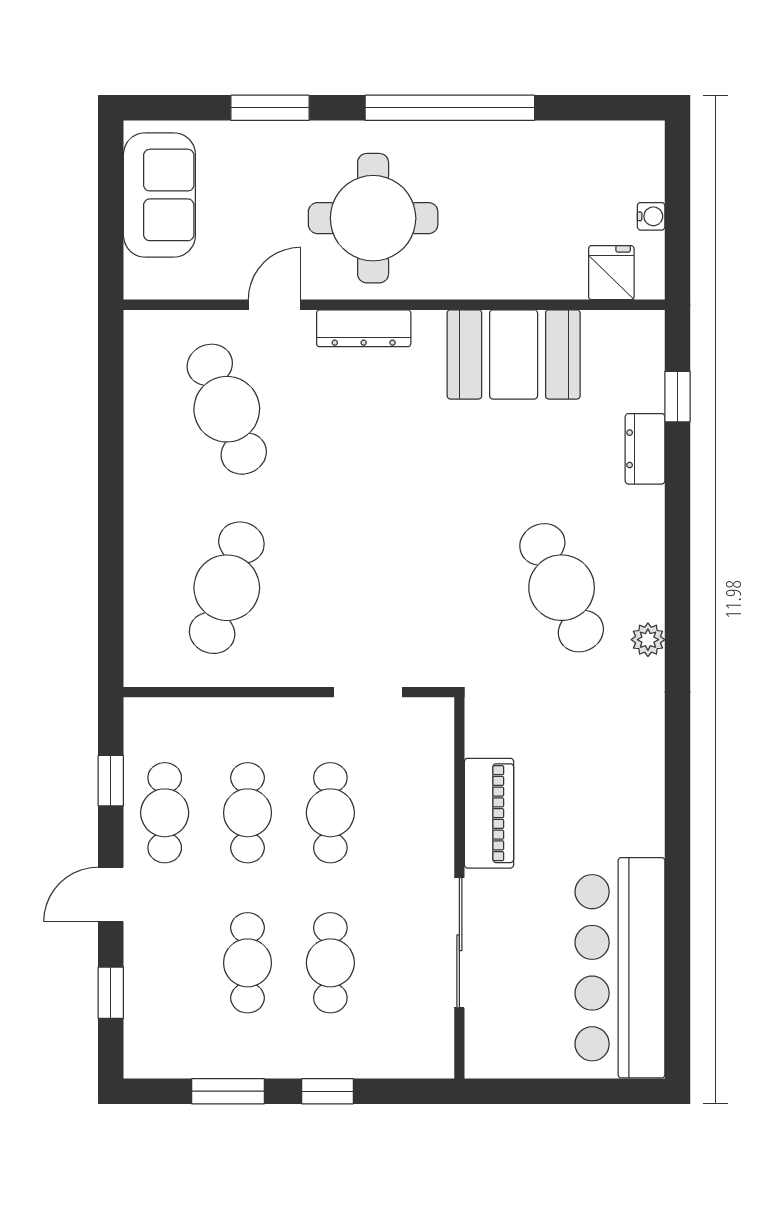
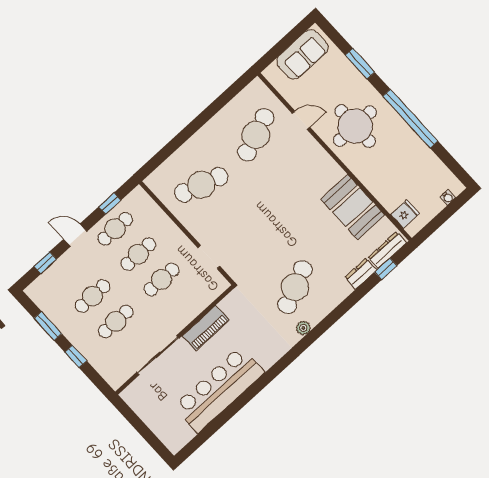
water cooler: (651, 216) -> (448, 197), moved
dresser: (364, 328) -> (387, 250), moved, turned 90
bar counter: (620, 968) -> (219, 389), moved

